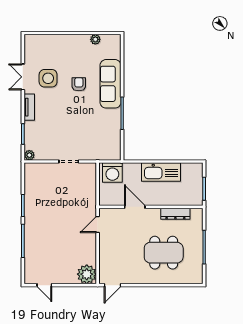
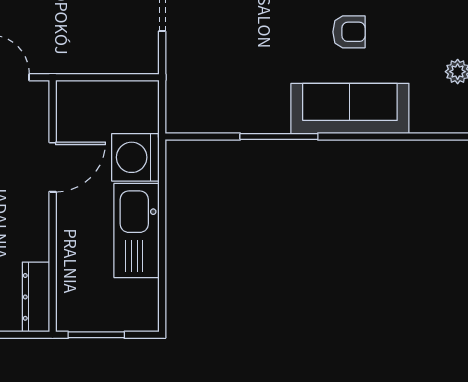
washing machine: (112, 173) -> (135, 157), moved
dresser: (175, 214) -> (36, 297), moved

